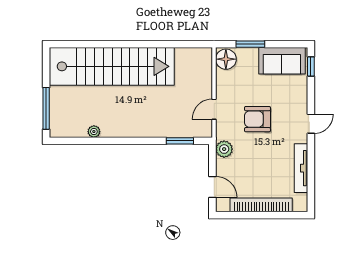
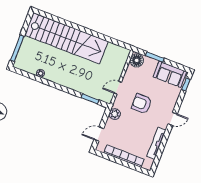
door: (212, 187) -> (99, 134), swing flipped

